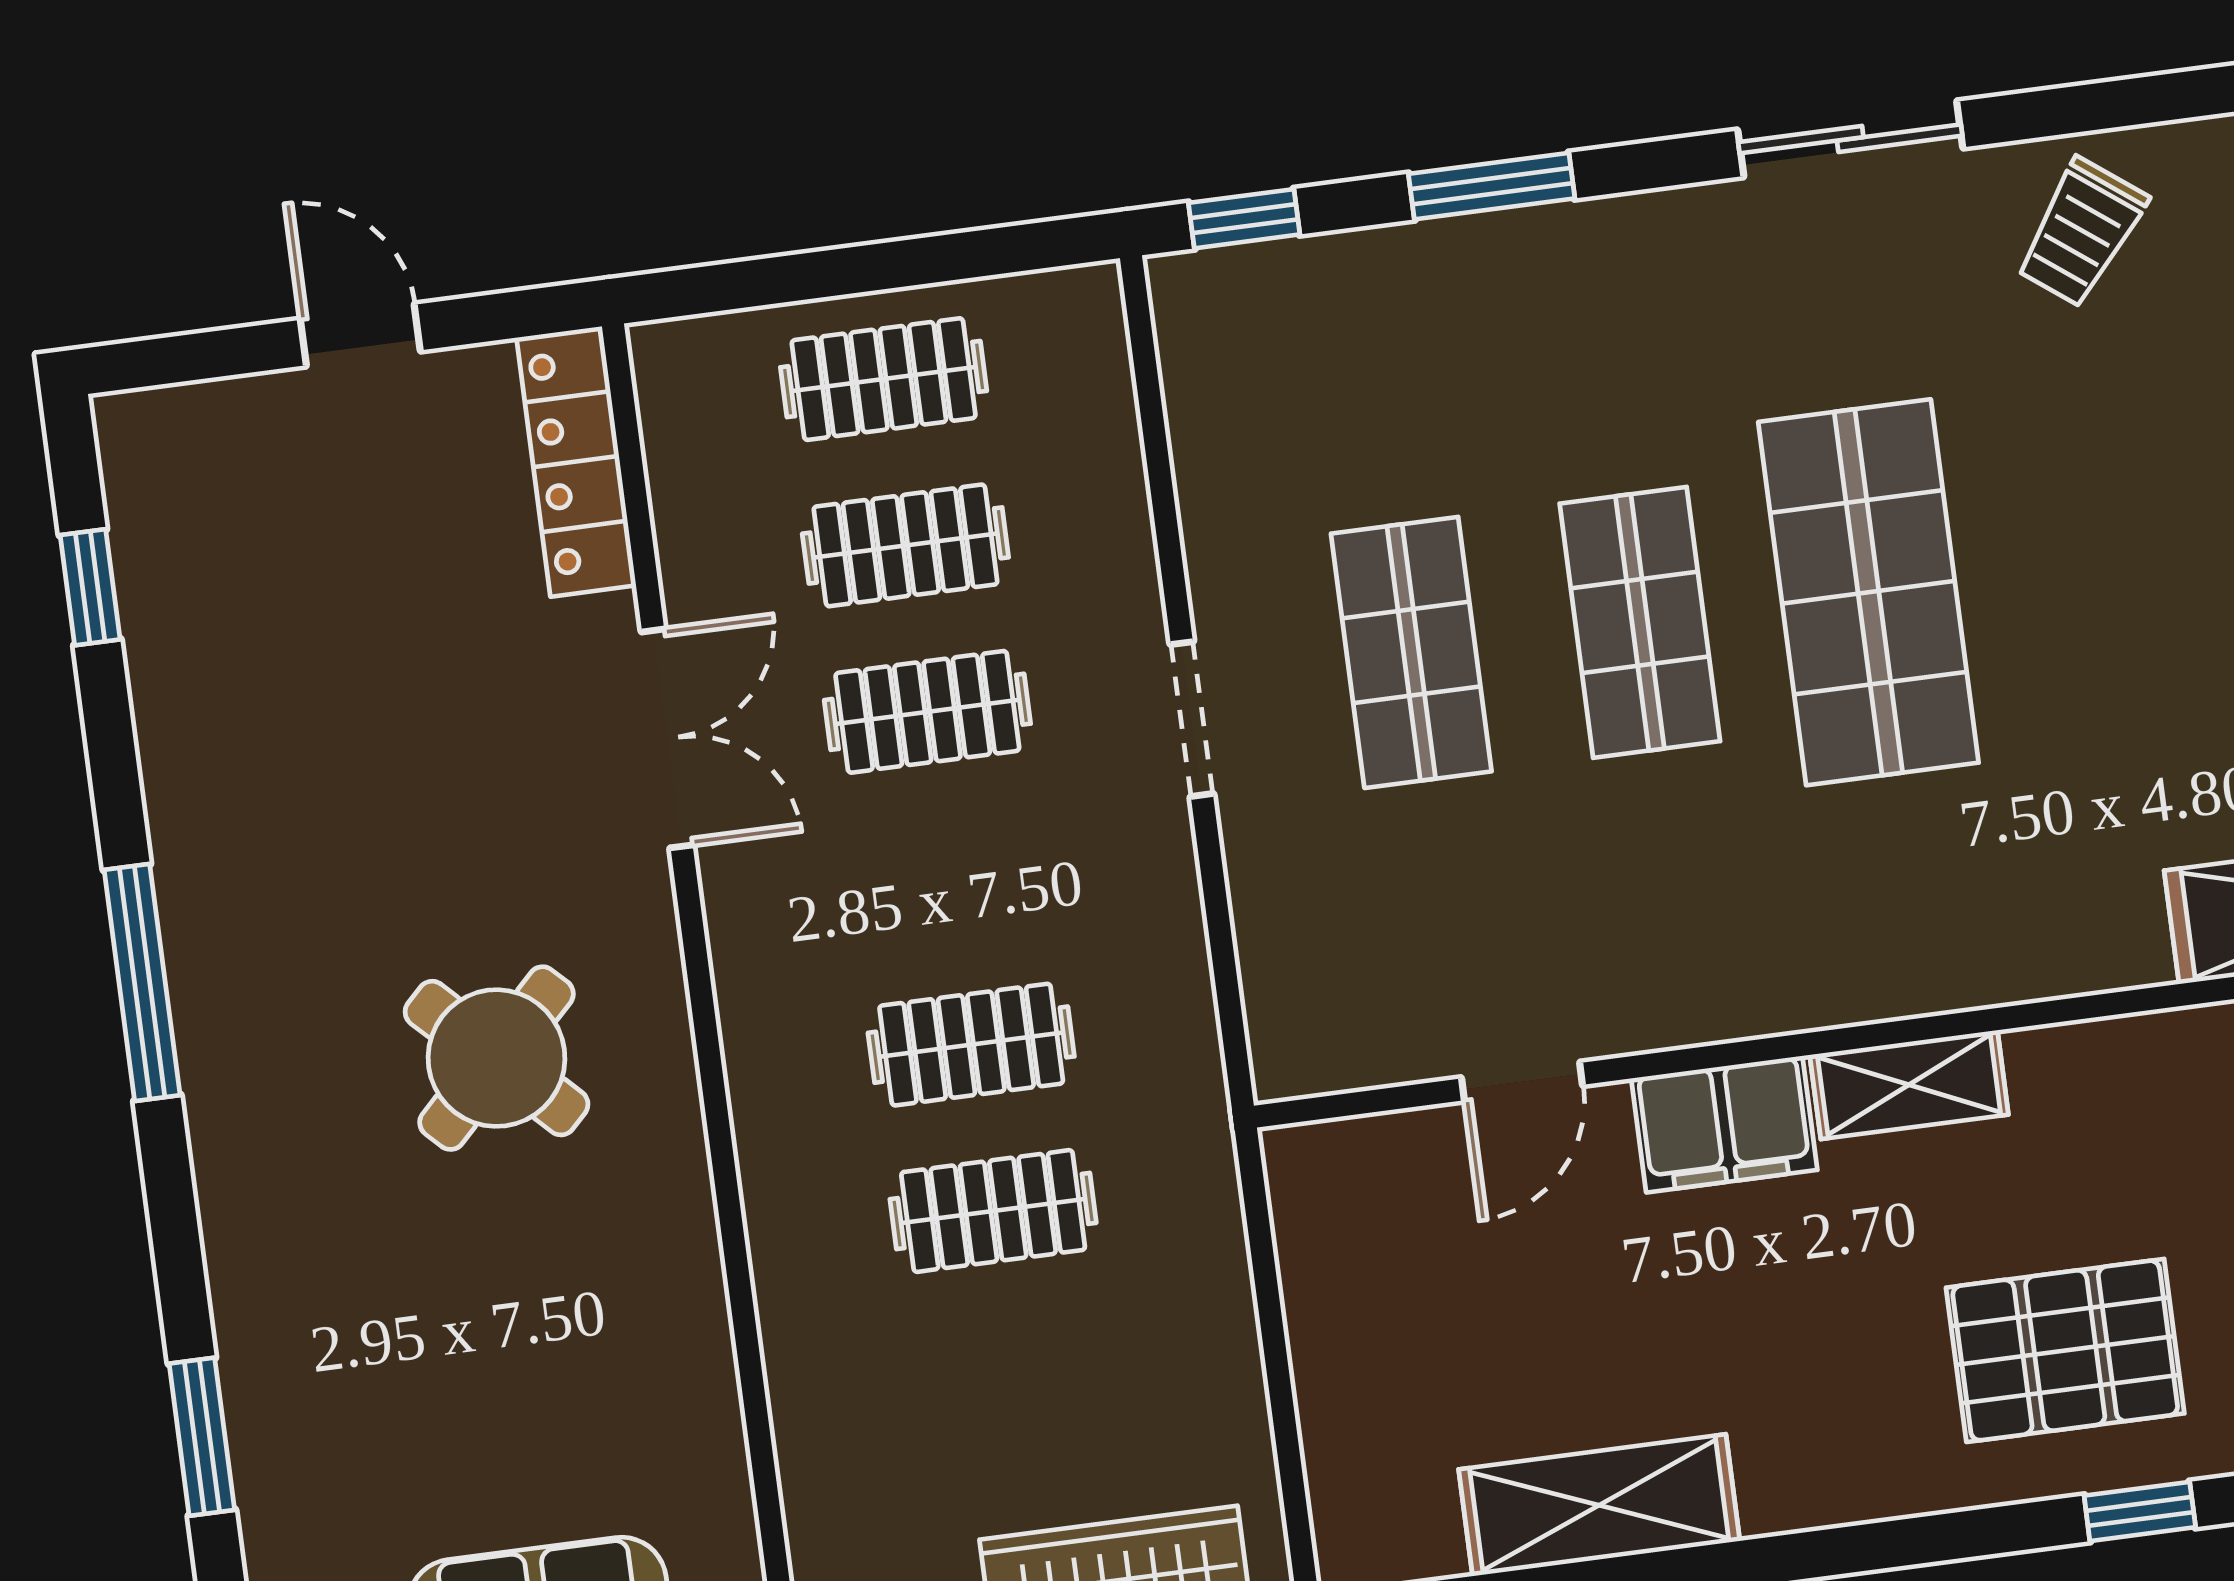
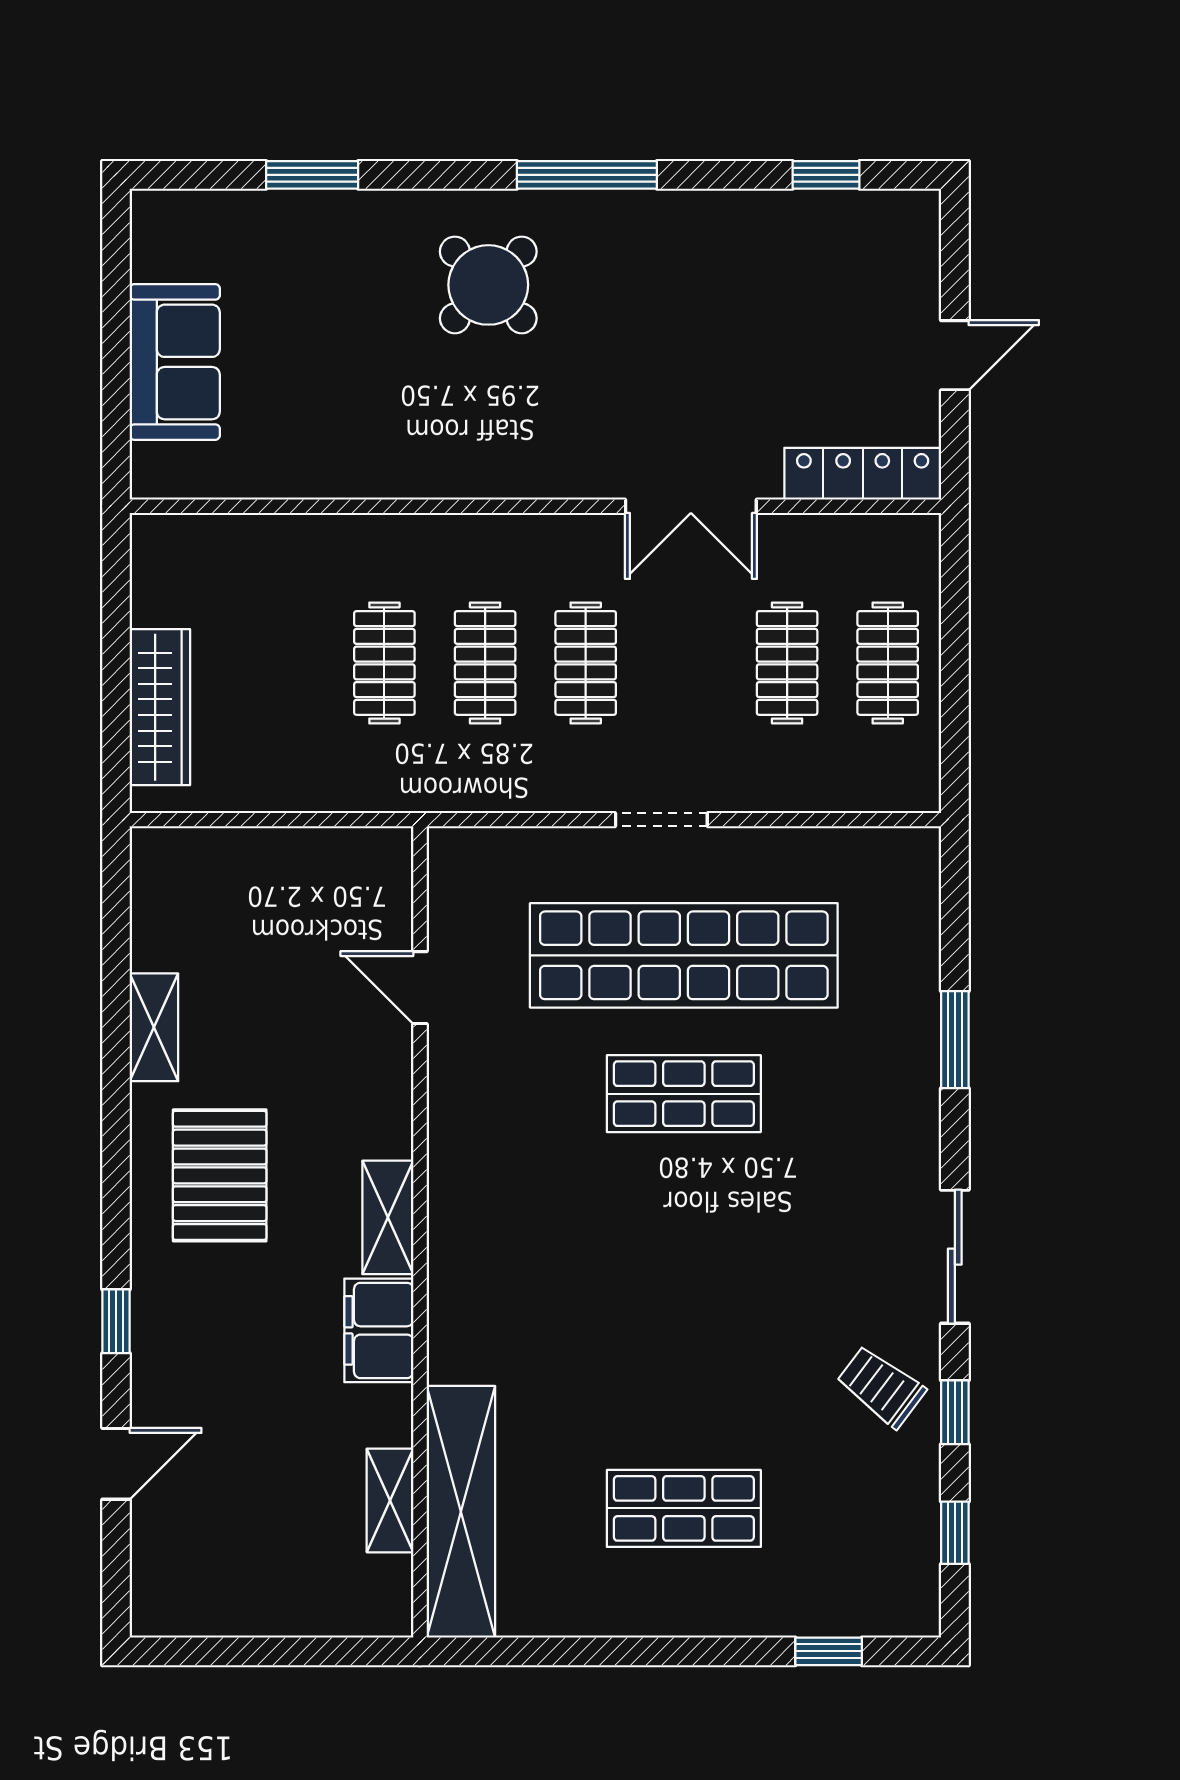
window: (1244, 219) -> (955, 1412), moved
shop shelf: (1868, 592) -> (684, 1232), removed
shop shelf: (1411, 652) -> (684, 955), width x2.00, depth x1.36
clothes rail: (927, 712) -> (586, 663), moved
round table: (497, 1058) -> (488, 285), moved
filing cabinet: (1724, 1124) -> (379, 1330), moved
pallet: (2065, 1350) -> (220, 1175), moved
shelving: (1599, 1505) -> (154, 1027), width x0.67, depth x0.75

